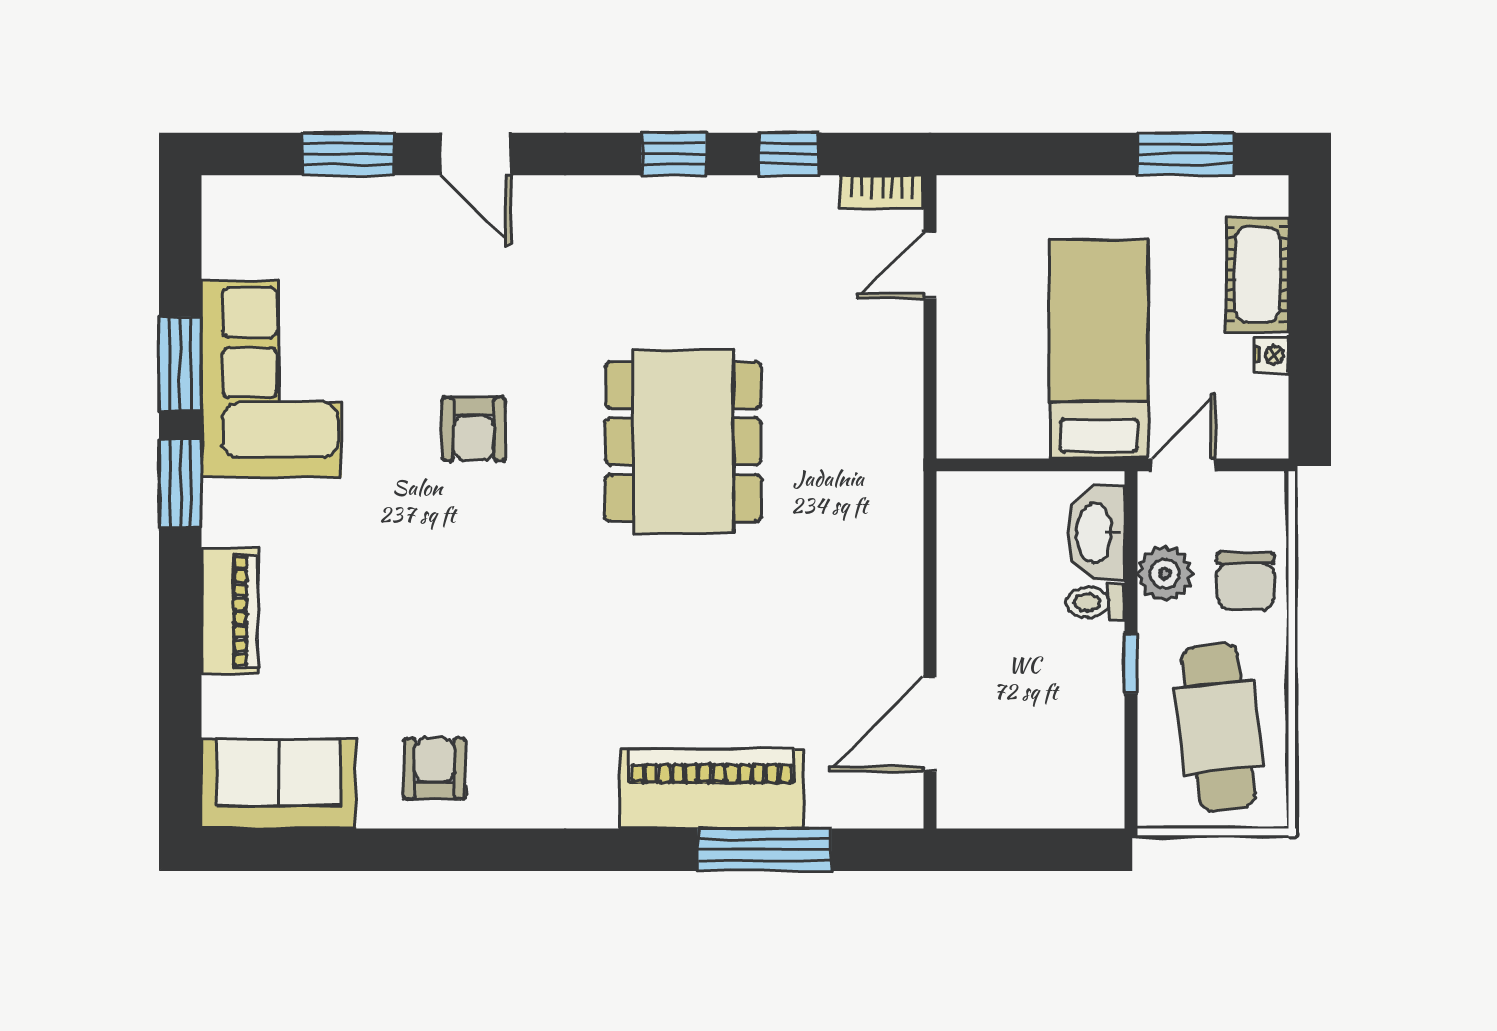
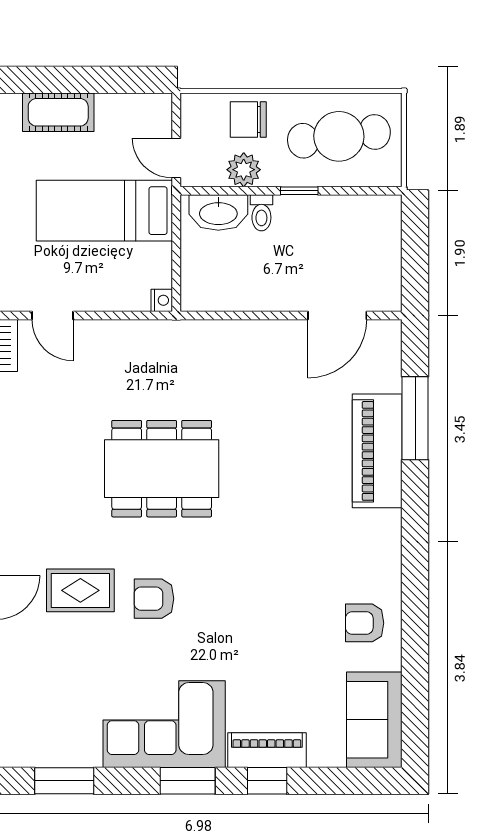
rug: (487, 310) -> (80, 590), added
nightstand: (1271, 354) -> (162, 300), moved, turned 90
window: (180, 364) -> (64, 781), moved
corner sofa: (271, 379) -> (164, 724), moved
armchair: (474, 429) -> (154, 599), turned 180
chair: (1246, 581) -> (248, 120), turned 180
window: (180, 611) -> (267, 781), added
door: (930, 724) -> (337, 315), hinge flipped

